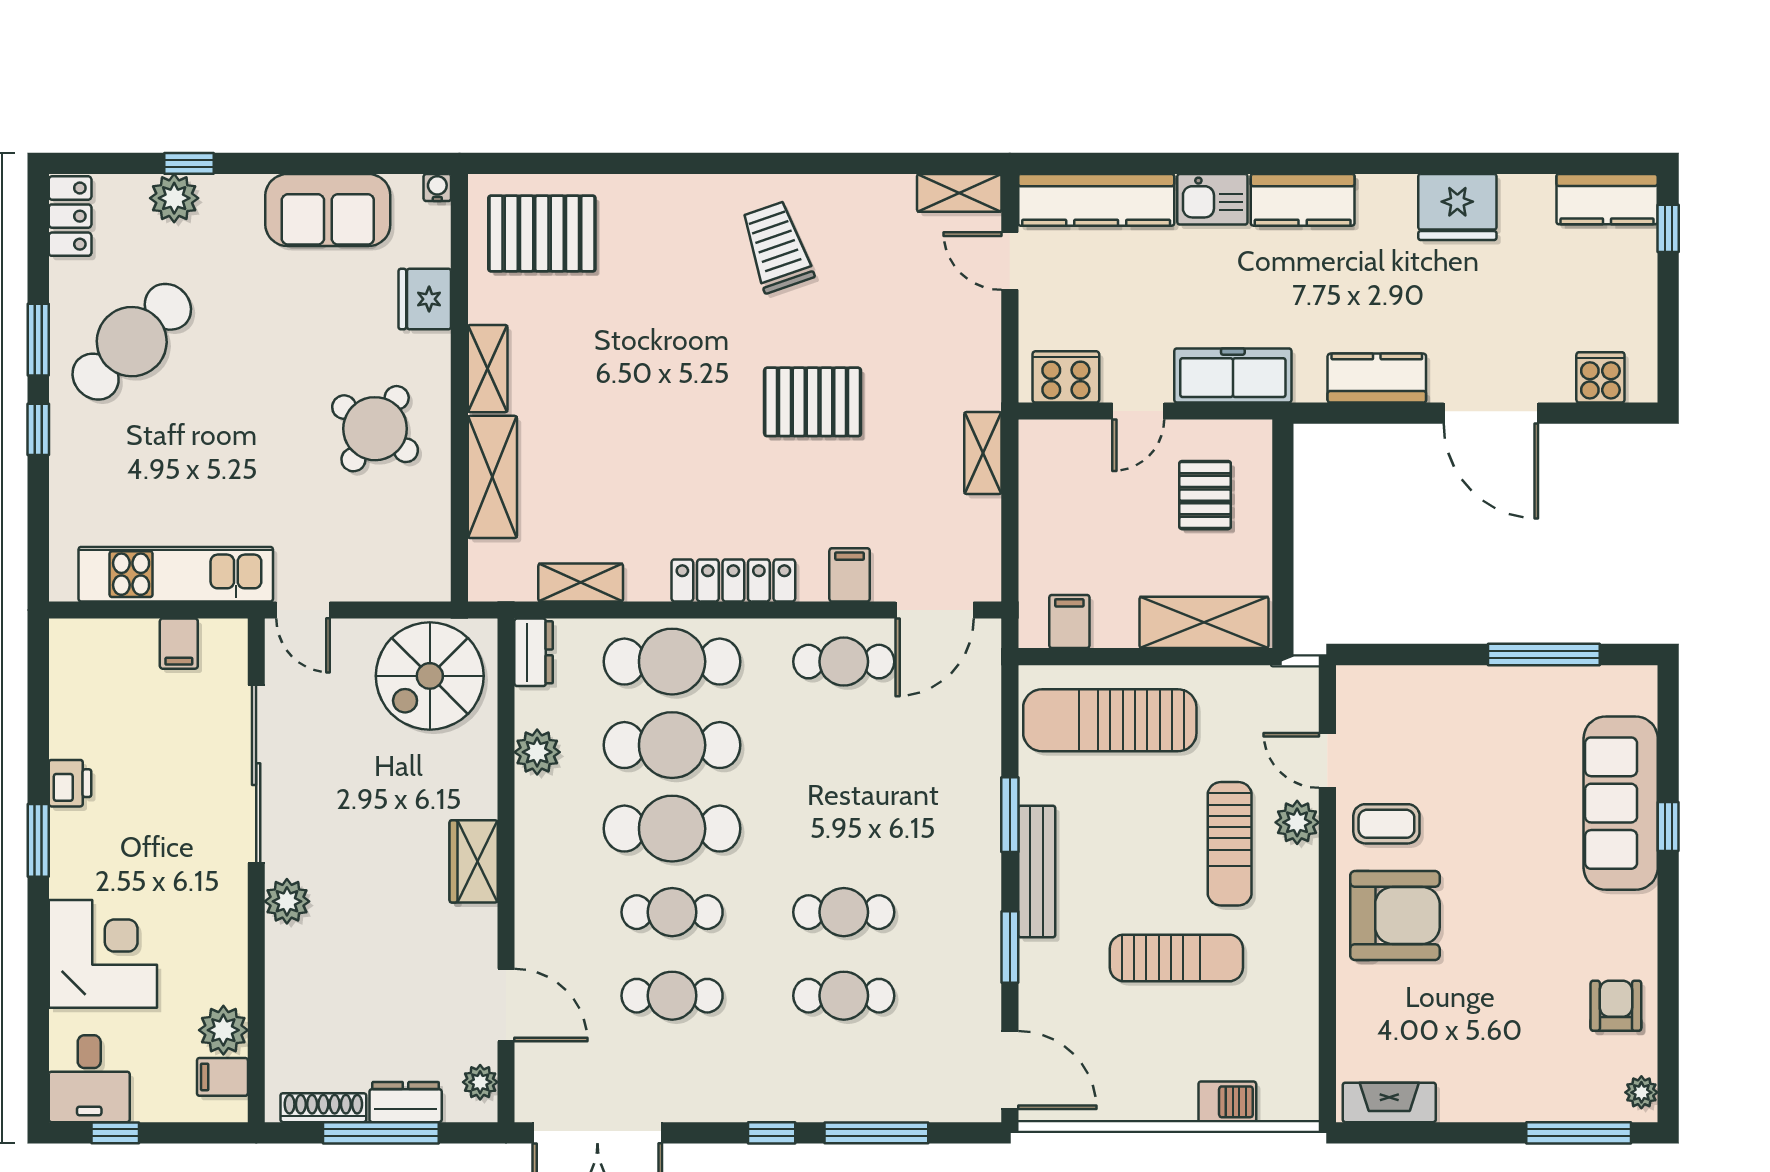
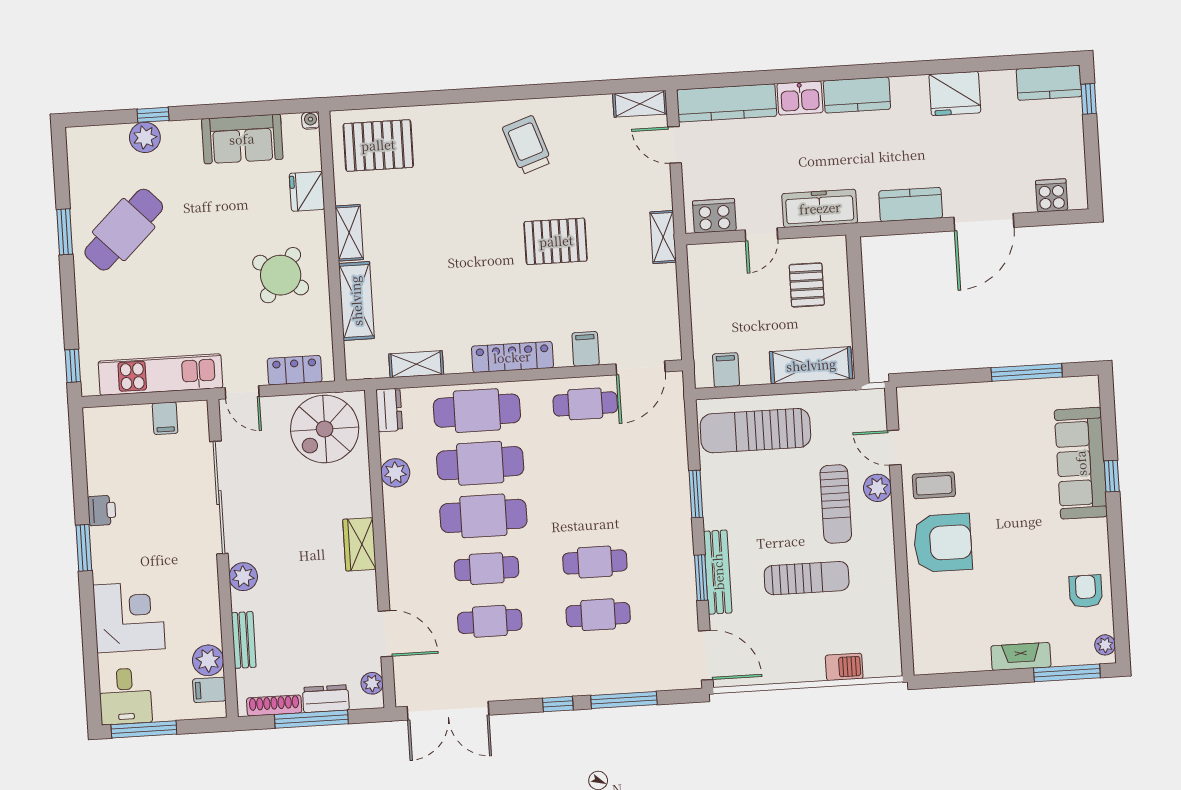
locker: (70, 216) -> (295, 370), moved, turned -90
door: (1491, 413) -> (984, 222), hinge flipped
window: (38, 429) -> (73, 366), moved
shelving: (983, 453) -> (663, 237), moved
bench: (1037, 871) -> (718, 572), moved
bench: (282, 1001) -> (244, 640), added
fireplace: (1389, 1102) -> (1021, 656), moved
window: (115, 1133) -> (144, 729), width x2.17

